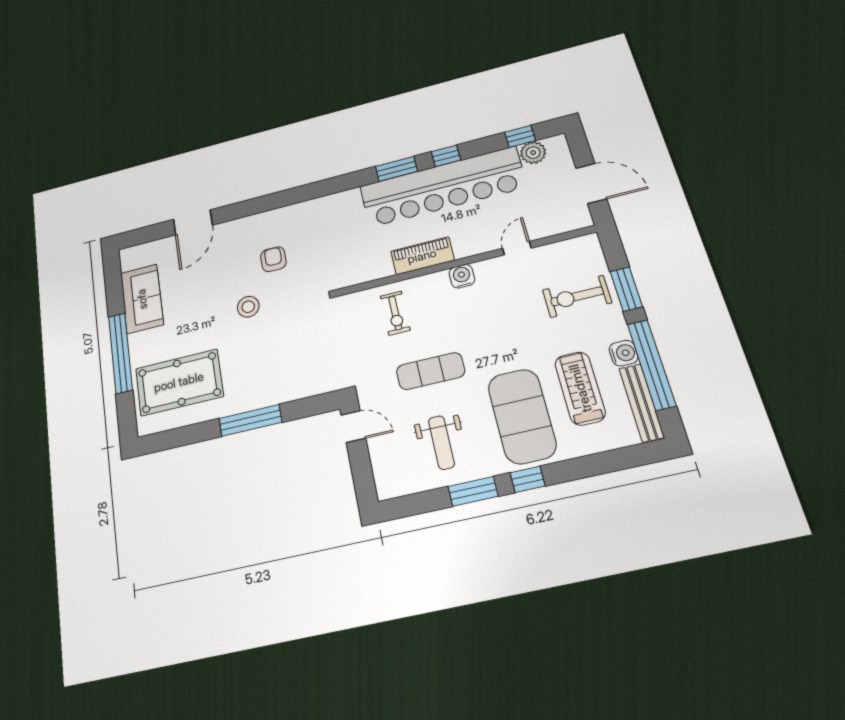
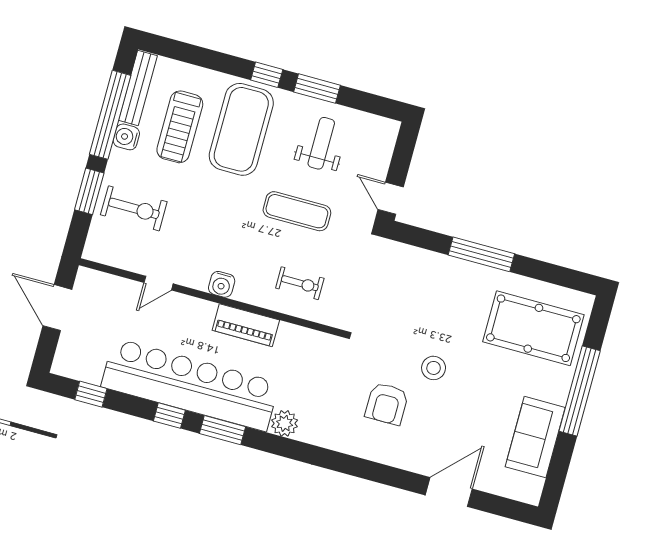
plant: (533, 153) -> (285, 423), moved
armchair: (273, 259) -> (387, 404), width x1.38, depth x1.38
exercise bike: (395, 313) -> (300, 283), turned 90

